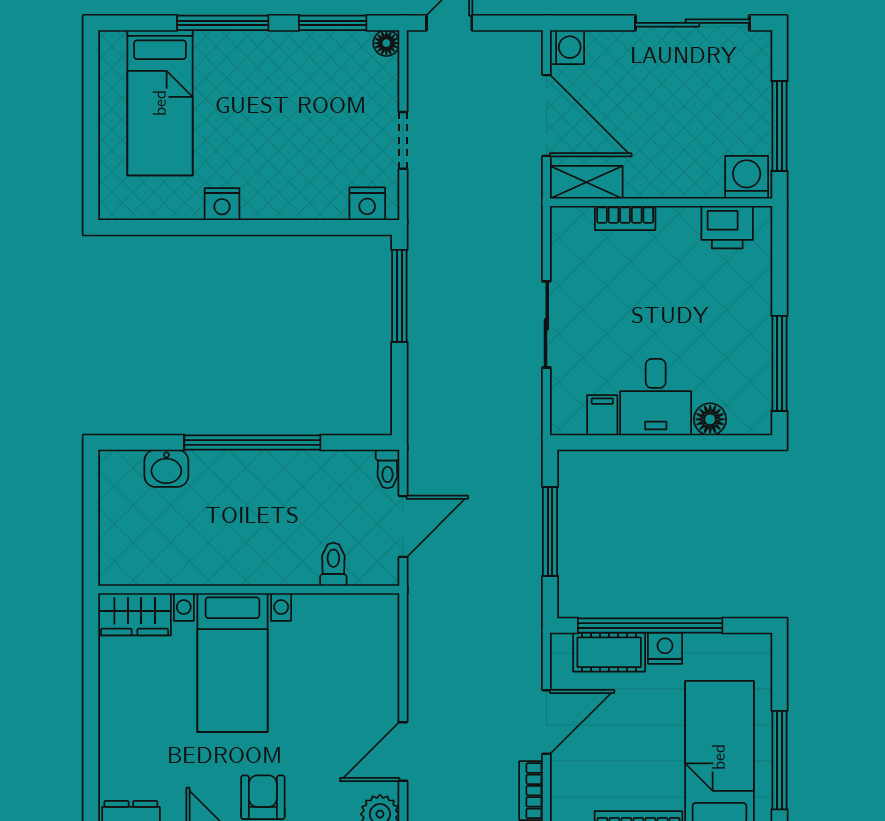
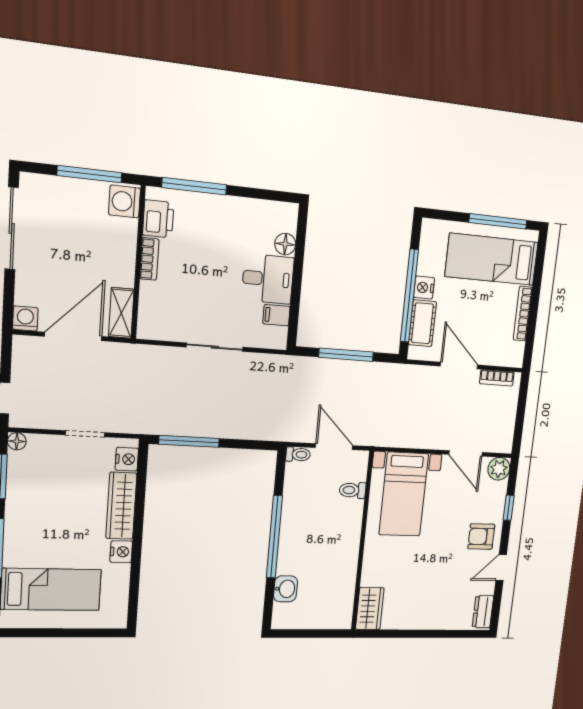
wardrobe: (294, 200) -> (121, 506), added
bookcase: (625, 218) -> (149, 259), moved
window: (780, 363) -> (194, 186), moved
bed with nightstands: (232, 663) -> (404, 494), moved, turned 90

